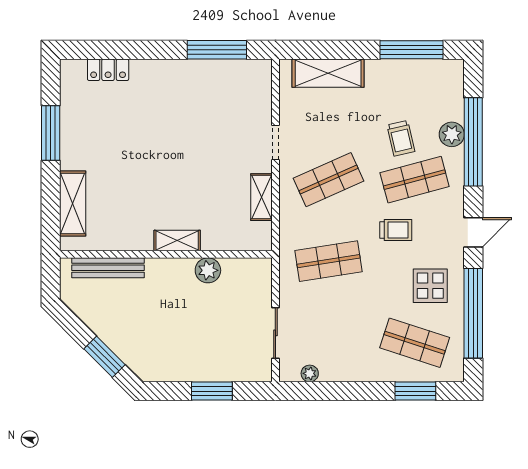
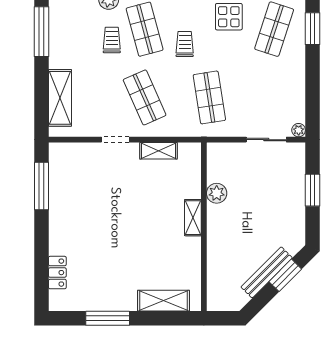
trolley: (401, 138) -> (112, 40), turned -77
bench: (108, 268) -> (267, 272), moved, turned 45
plant: (310, 373) -> (299, 130), moved

